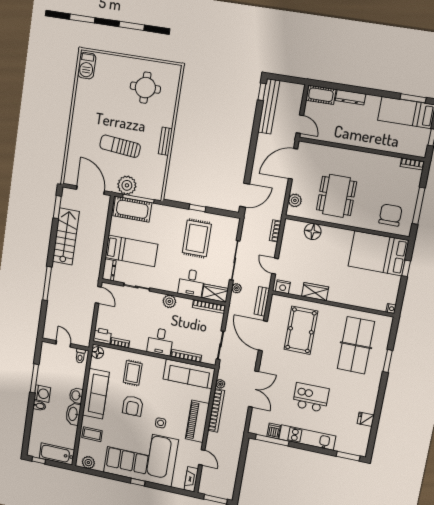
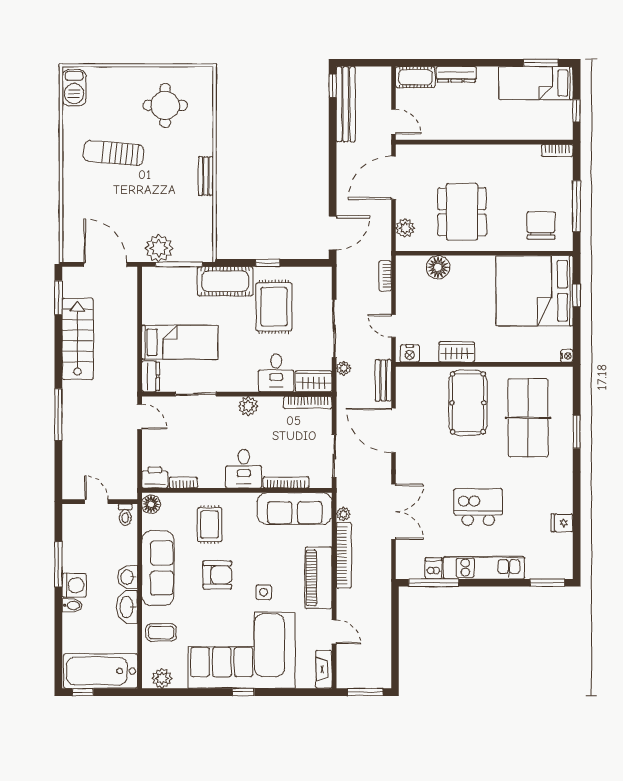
sun lounger: (120, 146) -> (113, 153), moved
cot: (132, 209) -> (225, 281), moved
bed: (378, 253) -> (535, 291), width x1.36
pool table: (301, 330) -> (468, 403), moved
armchair: (133, 406) -> (217, 575), turned -90
bathtub: (57, 454) -> (101, 671), width x1.36, depth x1.36

